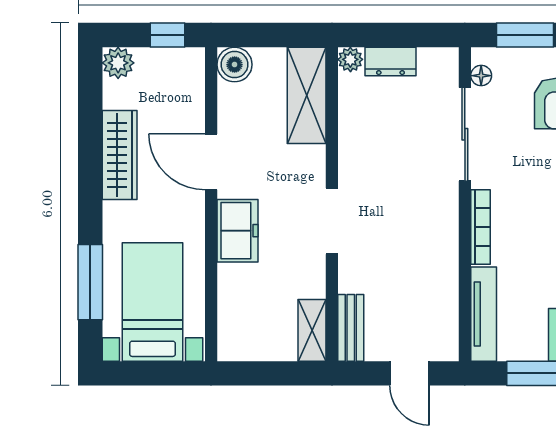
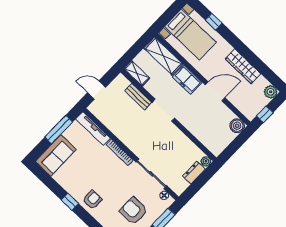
shelving: (307, 95) -> (163, 56), moved
window: (90, 282) -> (214, 22), width x0.46
bench: (351, 328) -> (138, 97), moved

